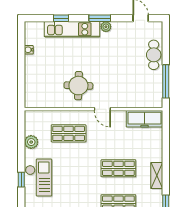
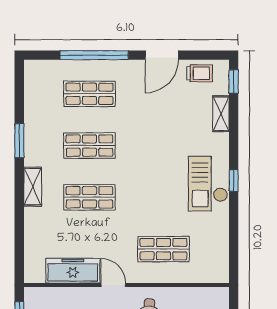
freezer: (145, 119) -> (73, 271), moved
plant: (31, 142) -> (219, 236), removed

